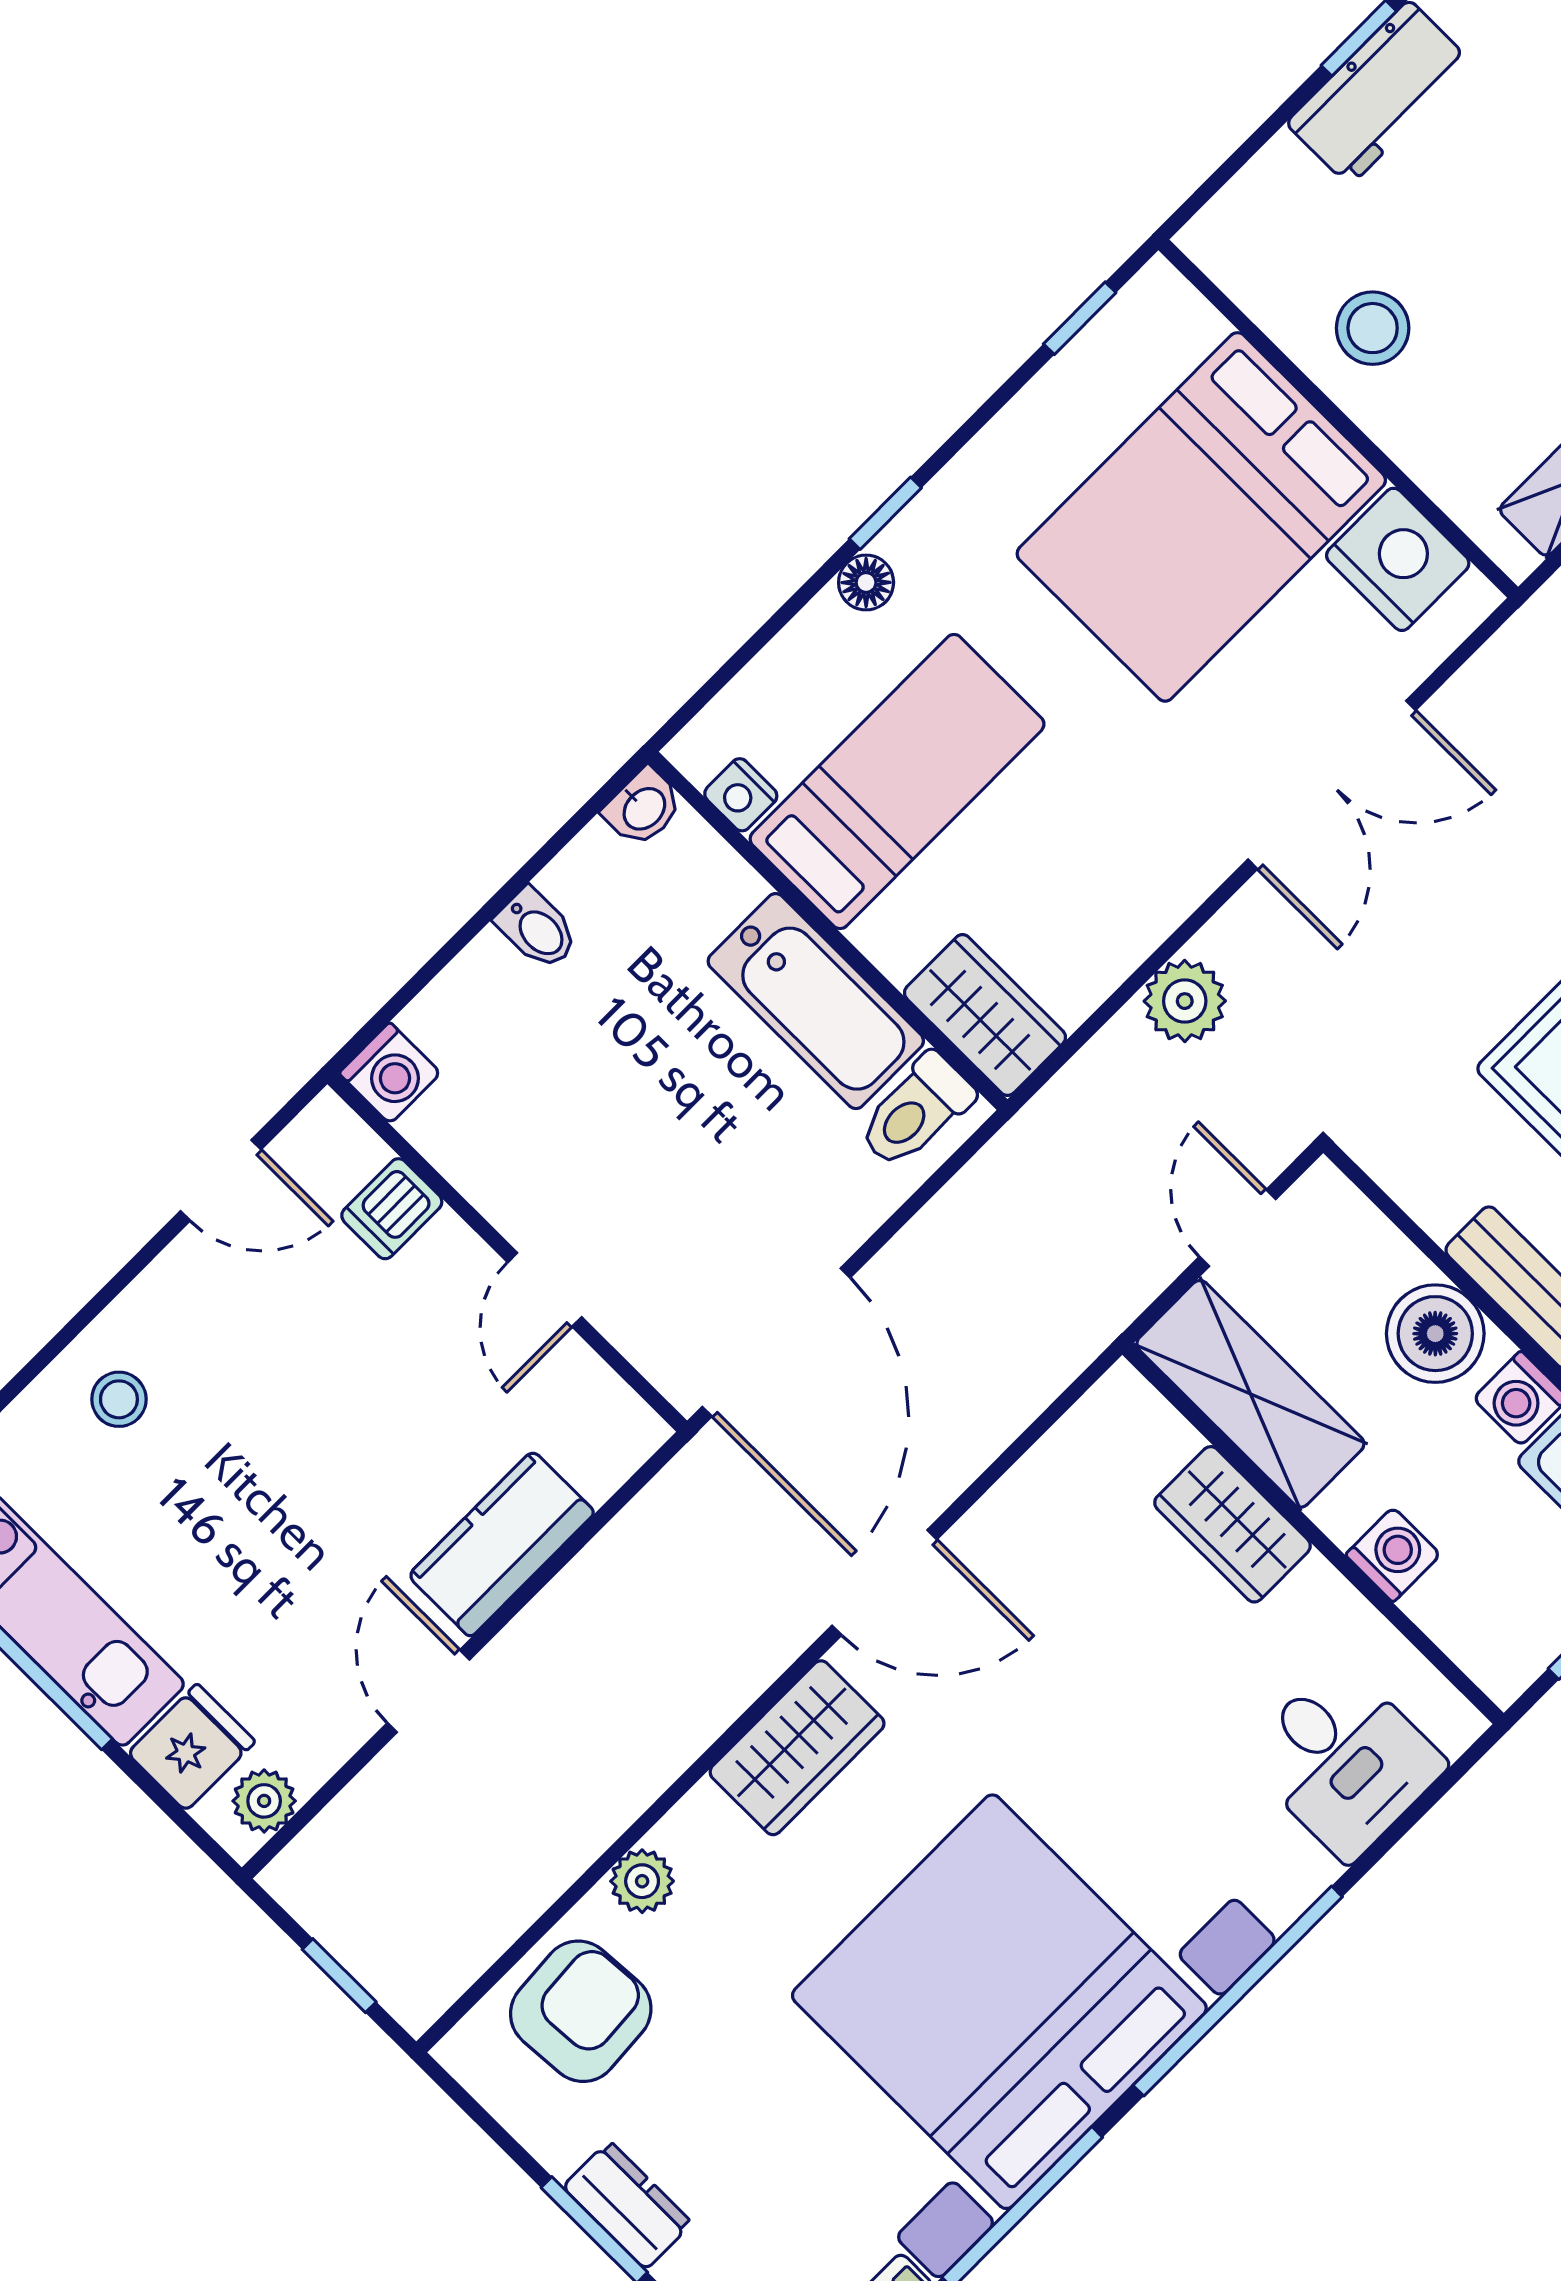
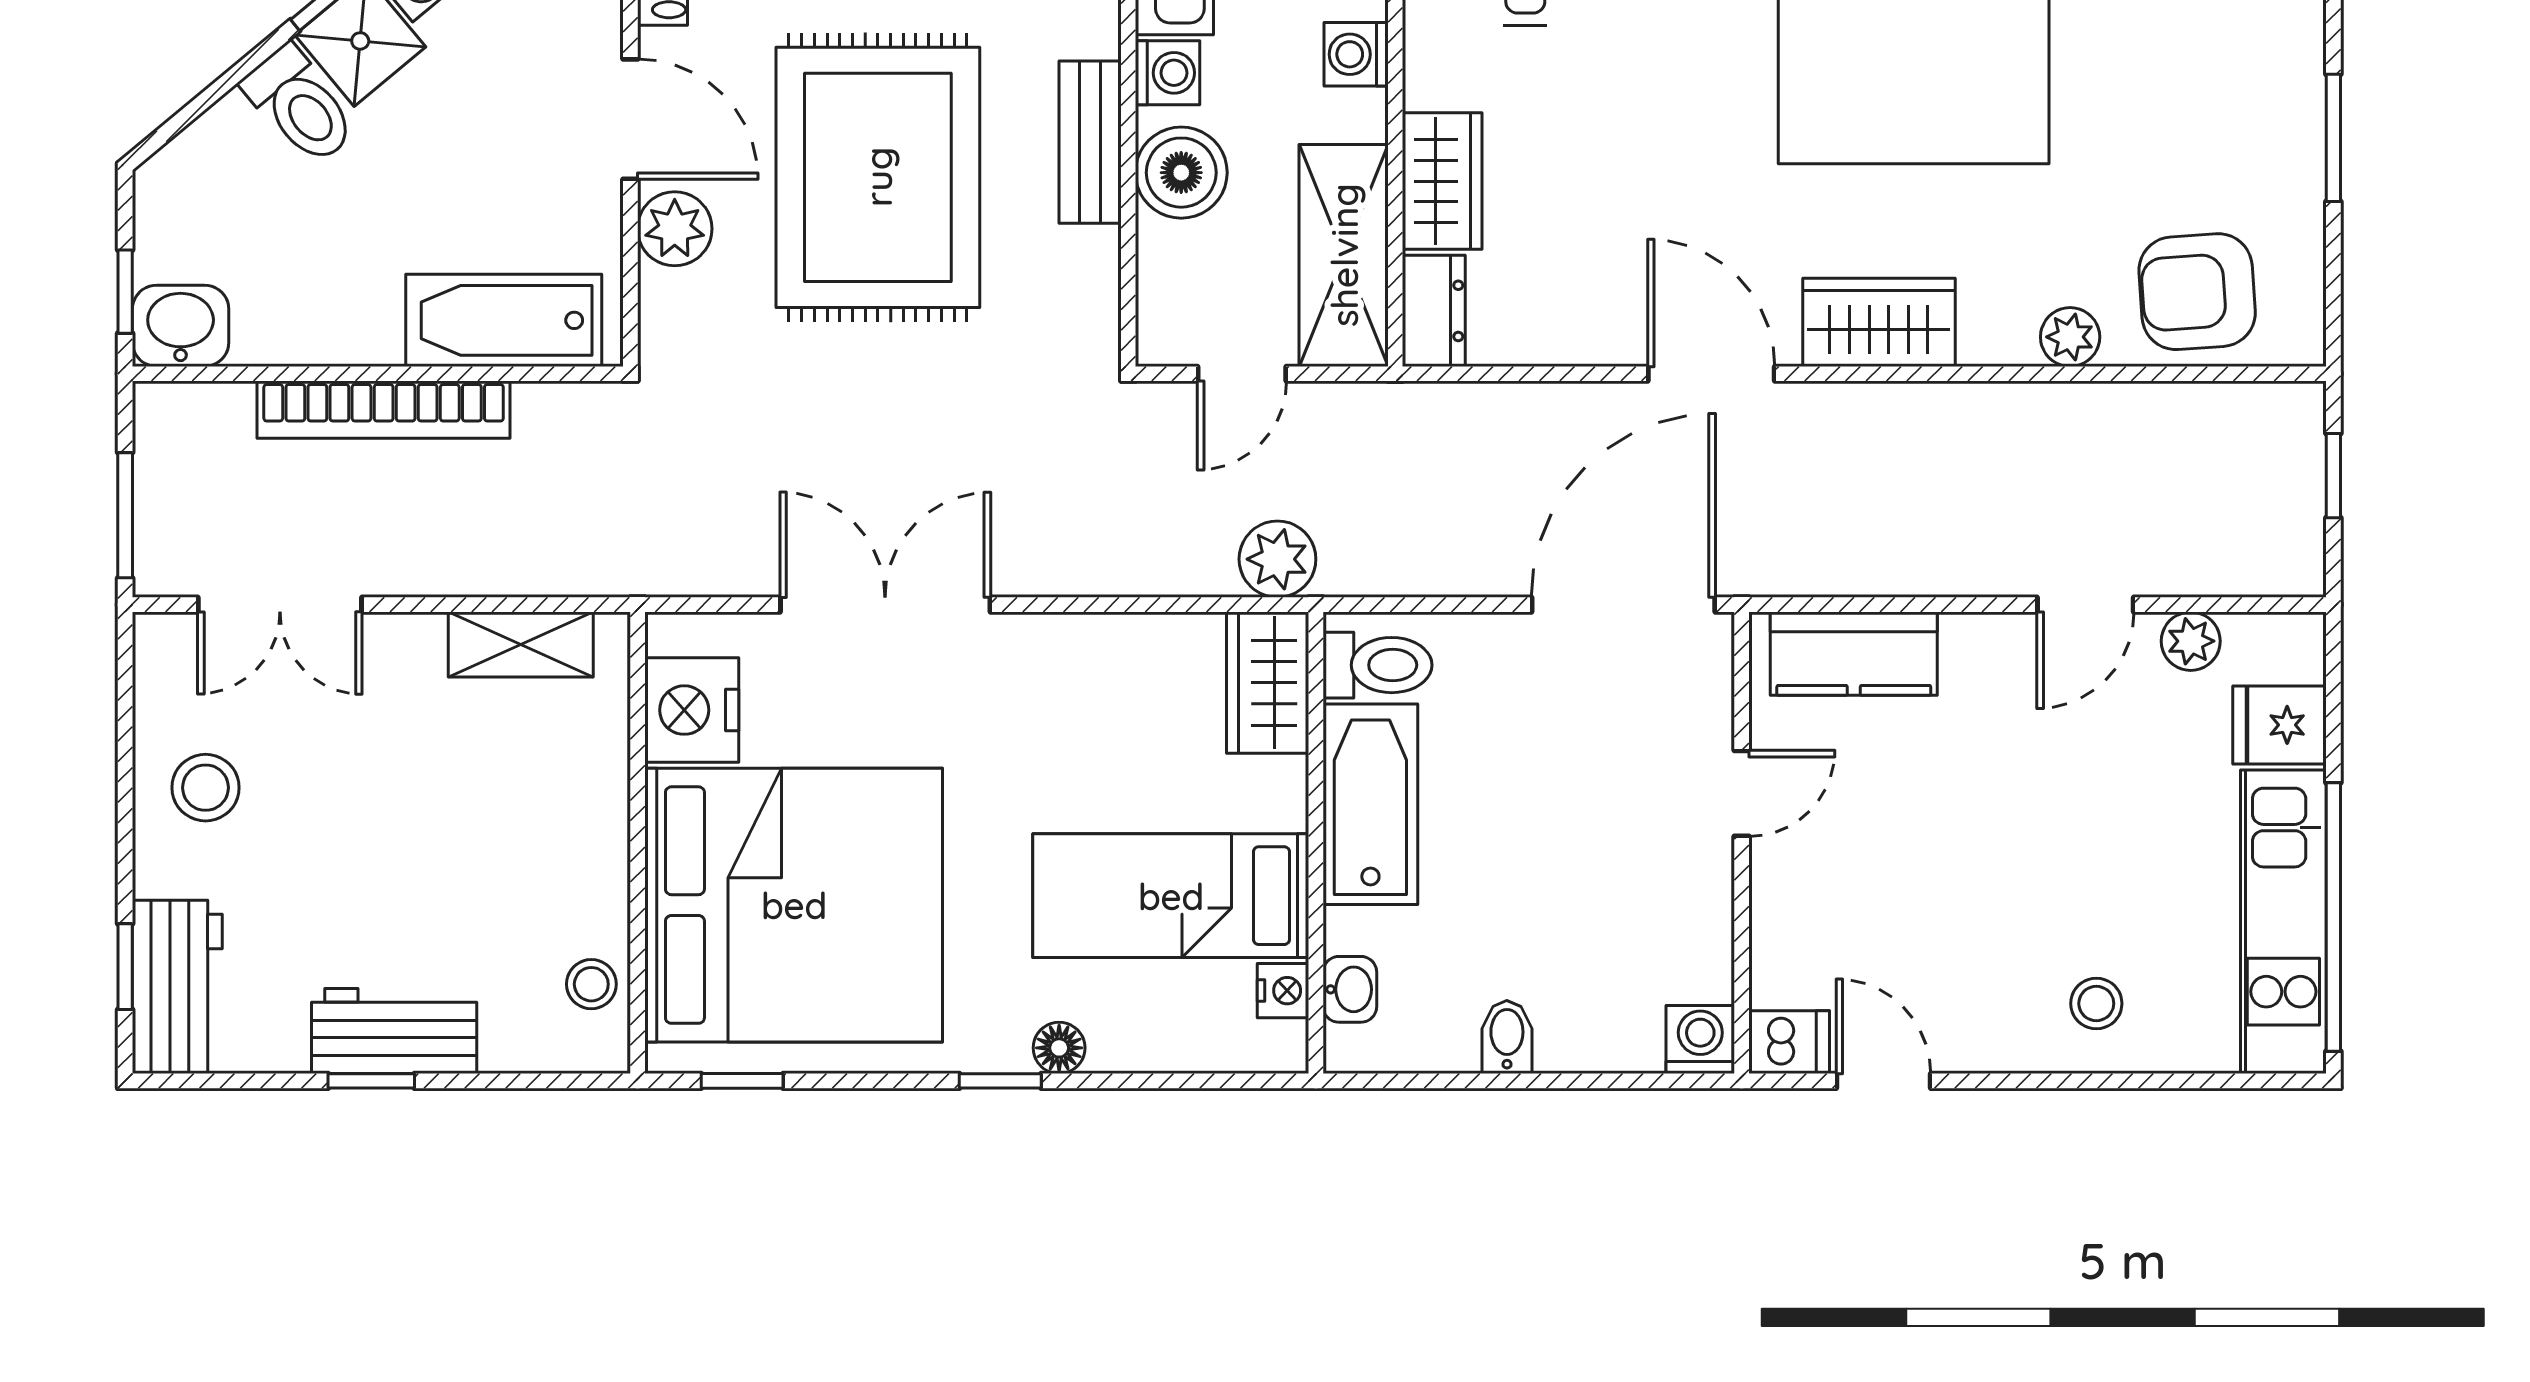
stool: (1373, 328) -> (591, 984), moved, width x0.73, depth x0.73
bed: (1201, 517) -> (794, 905), width x1.36
washbasin: (643, 808) -> (1350, 989), moved, turned 90
plant: (1185, 1001) -> (1277, 559), moved
dishwasher: (392, 1209) -> (1789, 1042), moved
kitchen counter: (502, 1544) -> (1854, 654), moved
plant: (264, 1801) -> (2191, 641), moved
dresser: (627, 2205) -> (1434, 311), moved, turned 180

